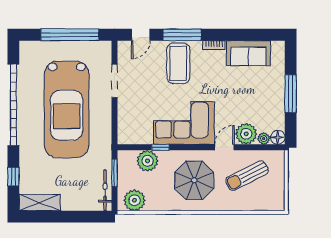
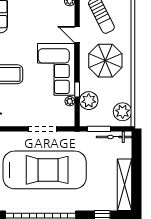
doorway: (114, 81) -> (43, 129), moved
plant: (246, 134) -> (70, 101), moved, width x0.53, depth x0.53
shelving: (40, 203) -> (125, 185), width x1.47

